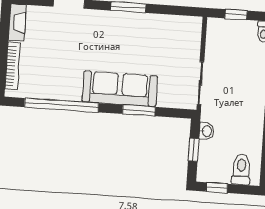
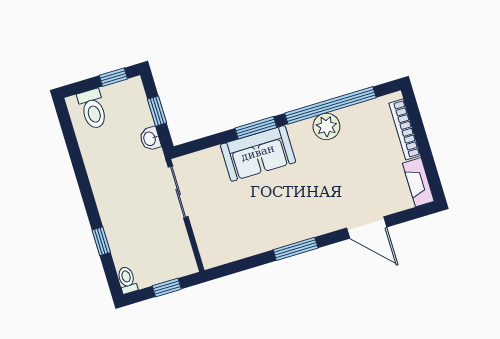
sofa: (120, 89) -> (258, 153), width x0.73
plant: (71, 90) -> (326, 126), added
window: (139, 110) -> (256, 128), moved

